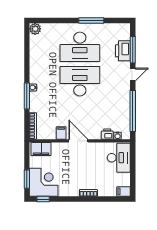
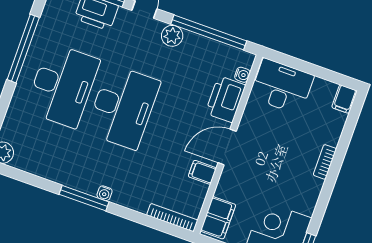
window: (91, 20) -> (23, 49), width x1.46
desk: (80, 81) -> (123, 107), turned 180
plant: (125, 93) -> (172, 36), added
window: (27, 96) -> (84, 198), moved
printer: (107, 134) -> (225, 99), width x1.87, depth x1.48

